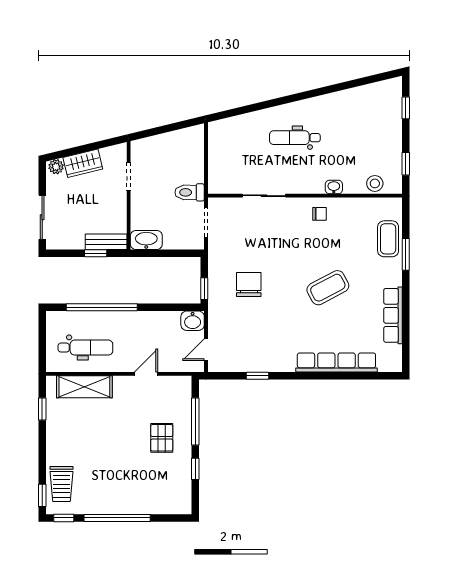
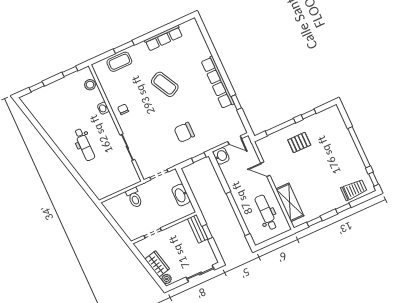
toilet: (190, 192) -> (134, 198), moved
washbasin: (146, 240) -> (181, 195), moved
row of seats: (336, 362) -> (218, 82), moved
window: (42, 495) -> (343, 208), moved

